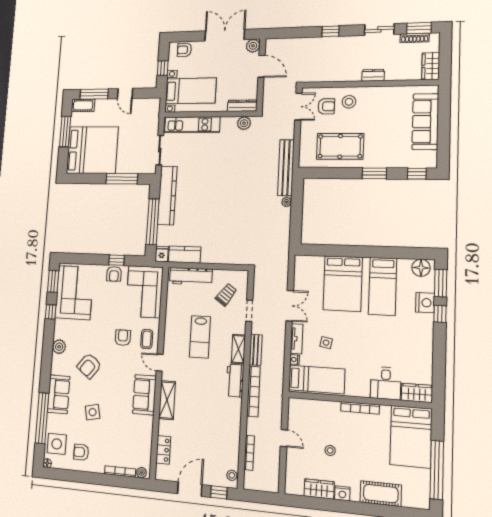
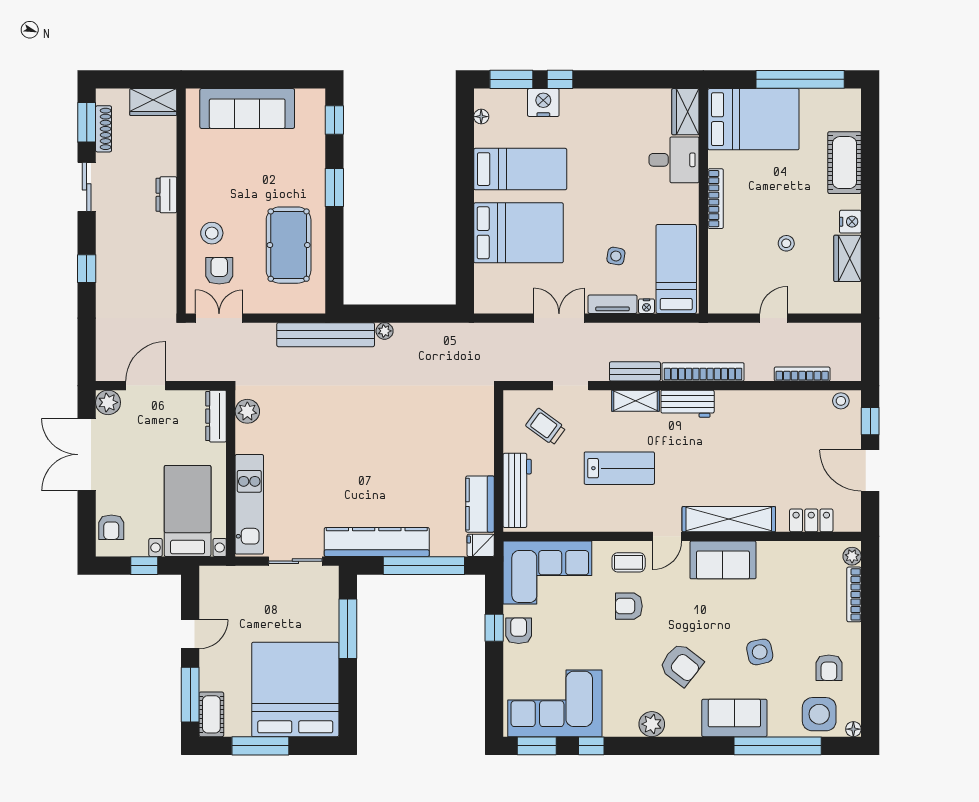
floor lamp: (421, 268) -> (481, 117), width x0.53, depth x0.53
armchair: (114, 274) -> (519, 631), turned -90
shelving: (167, 400) -> (729, 519), width x1.47

